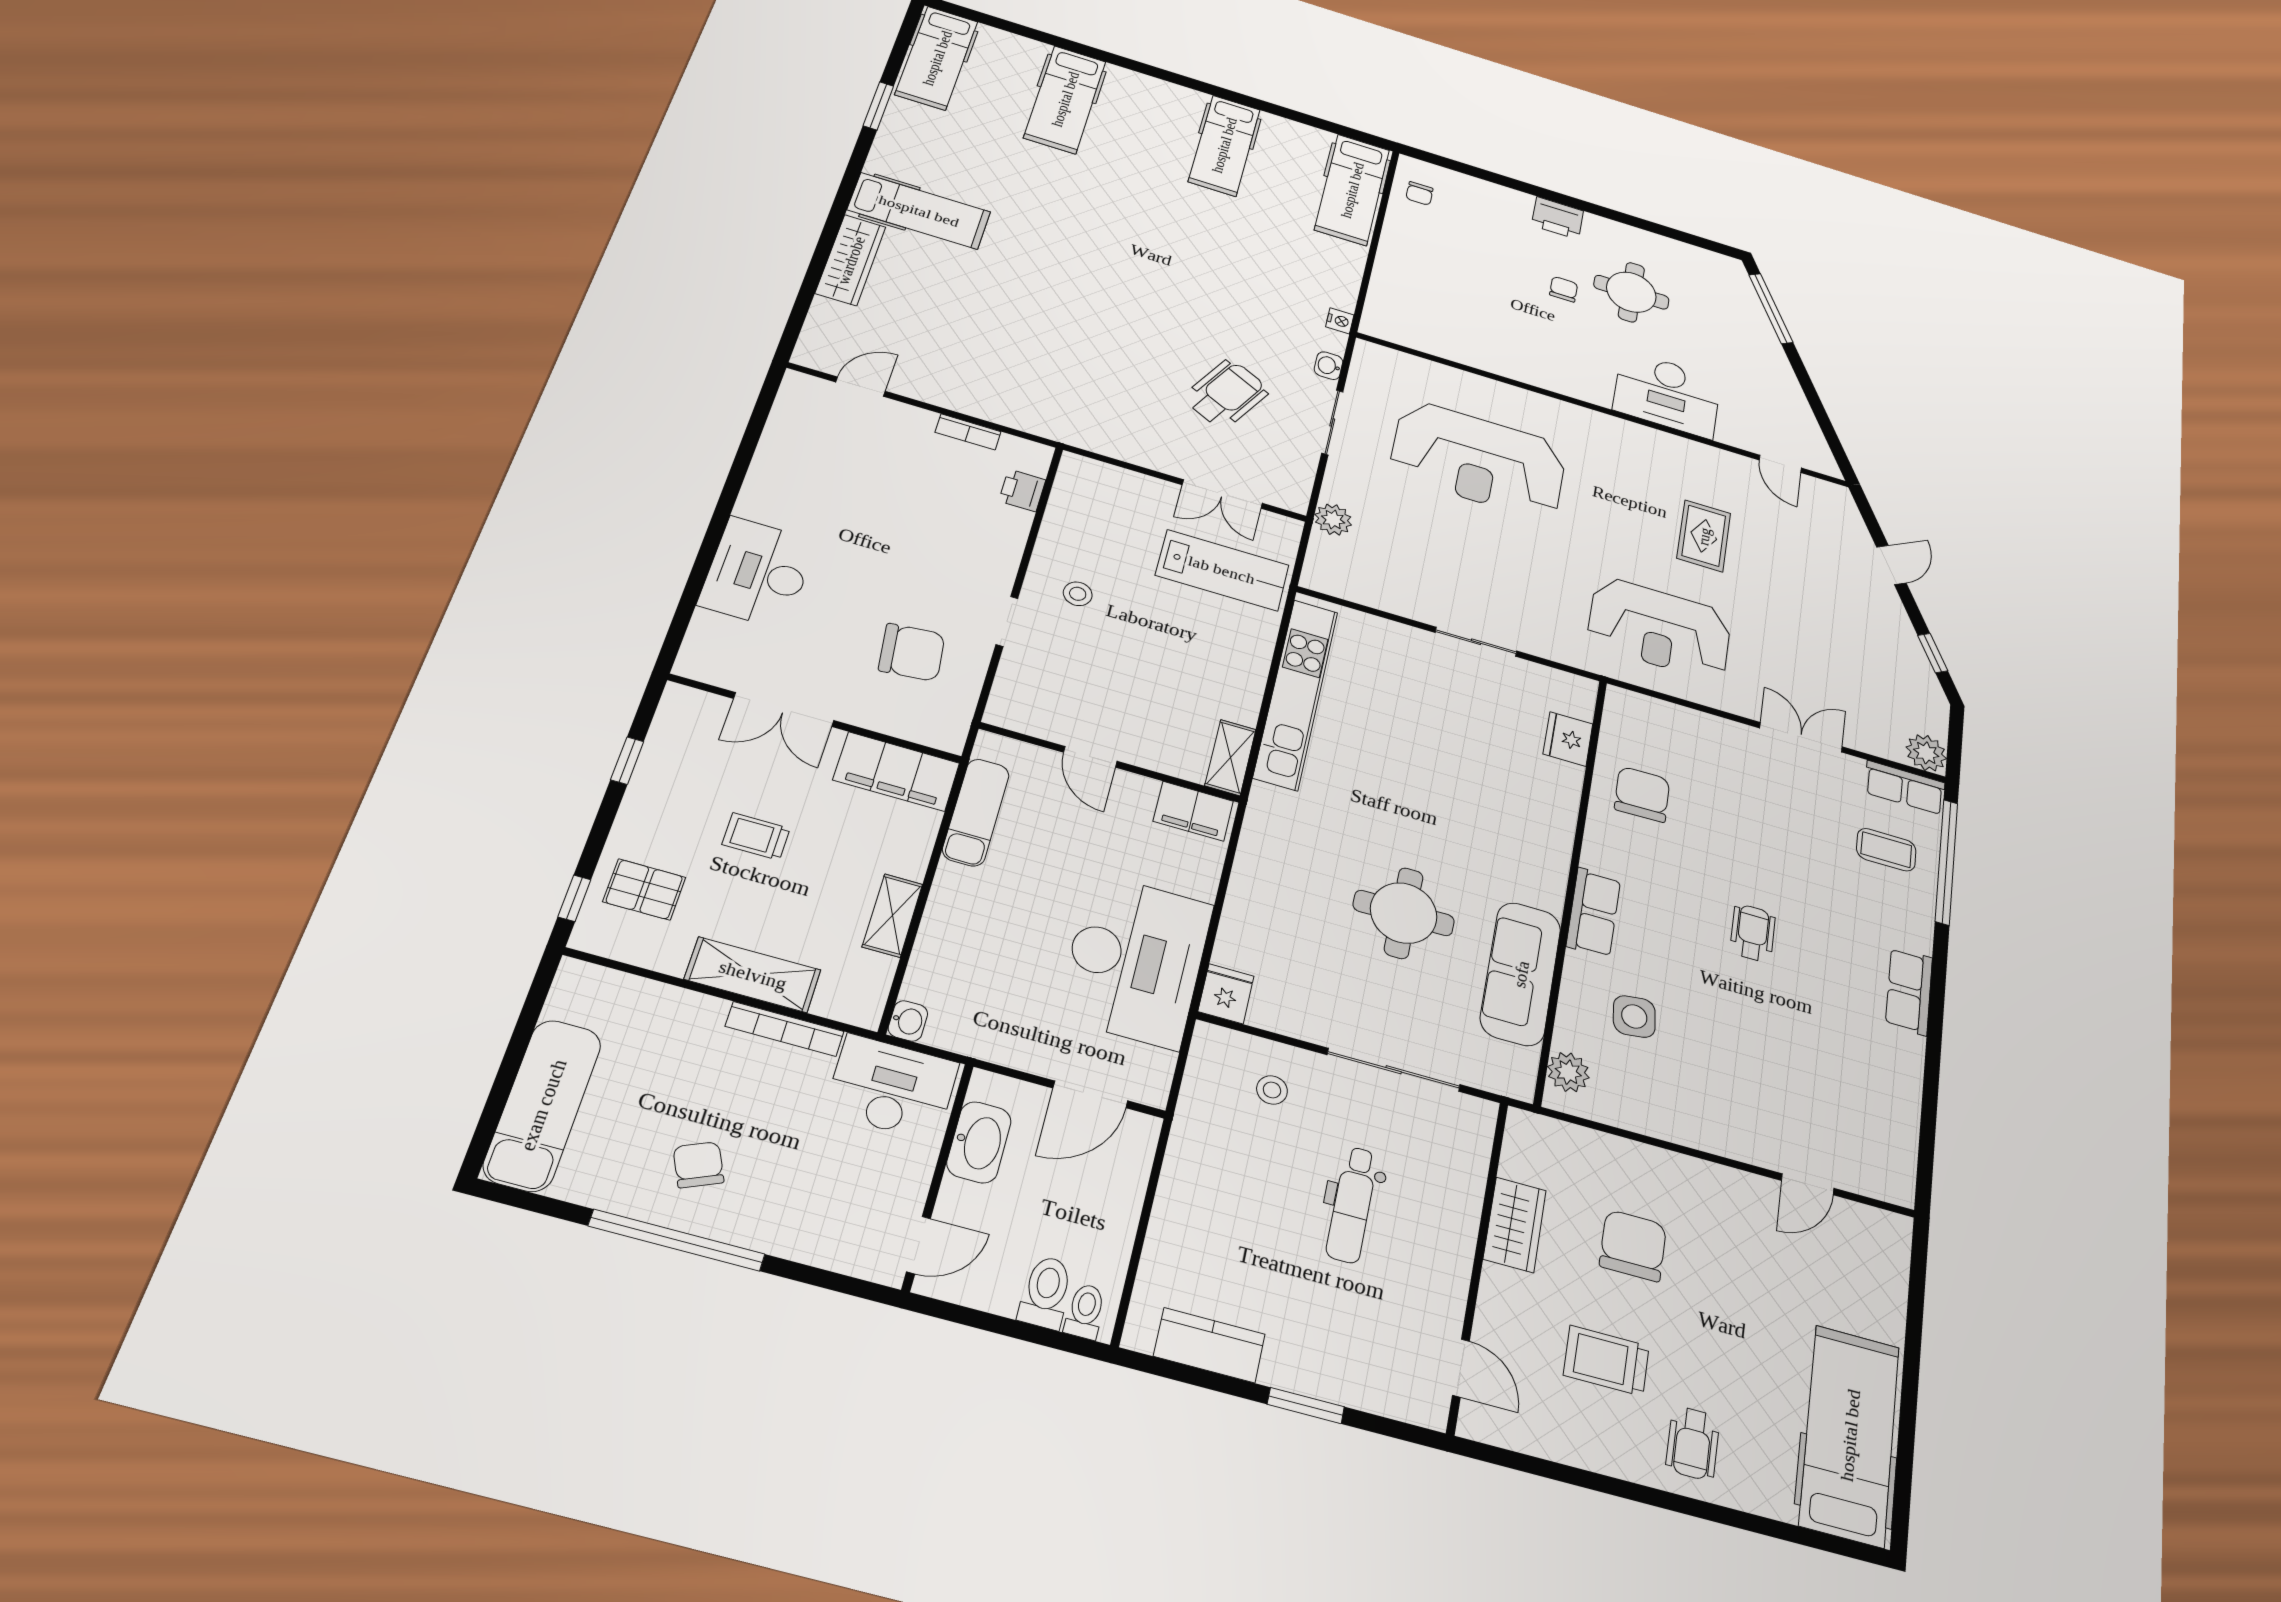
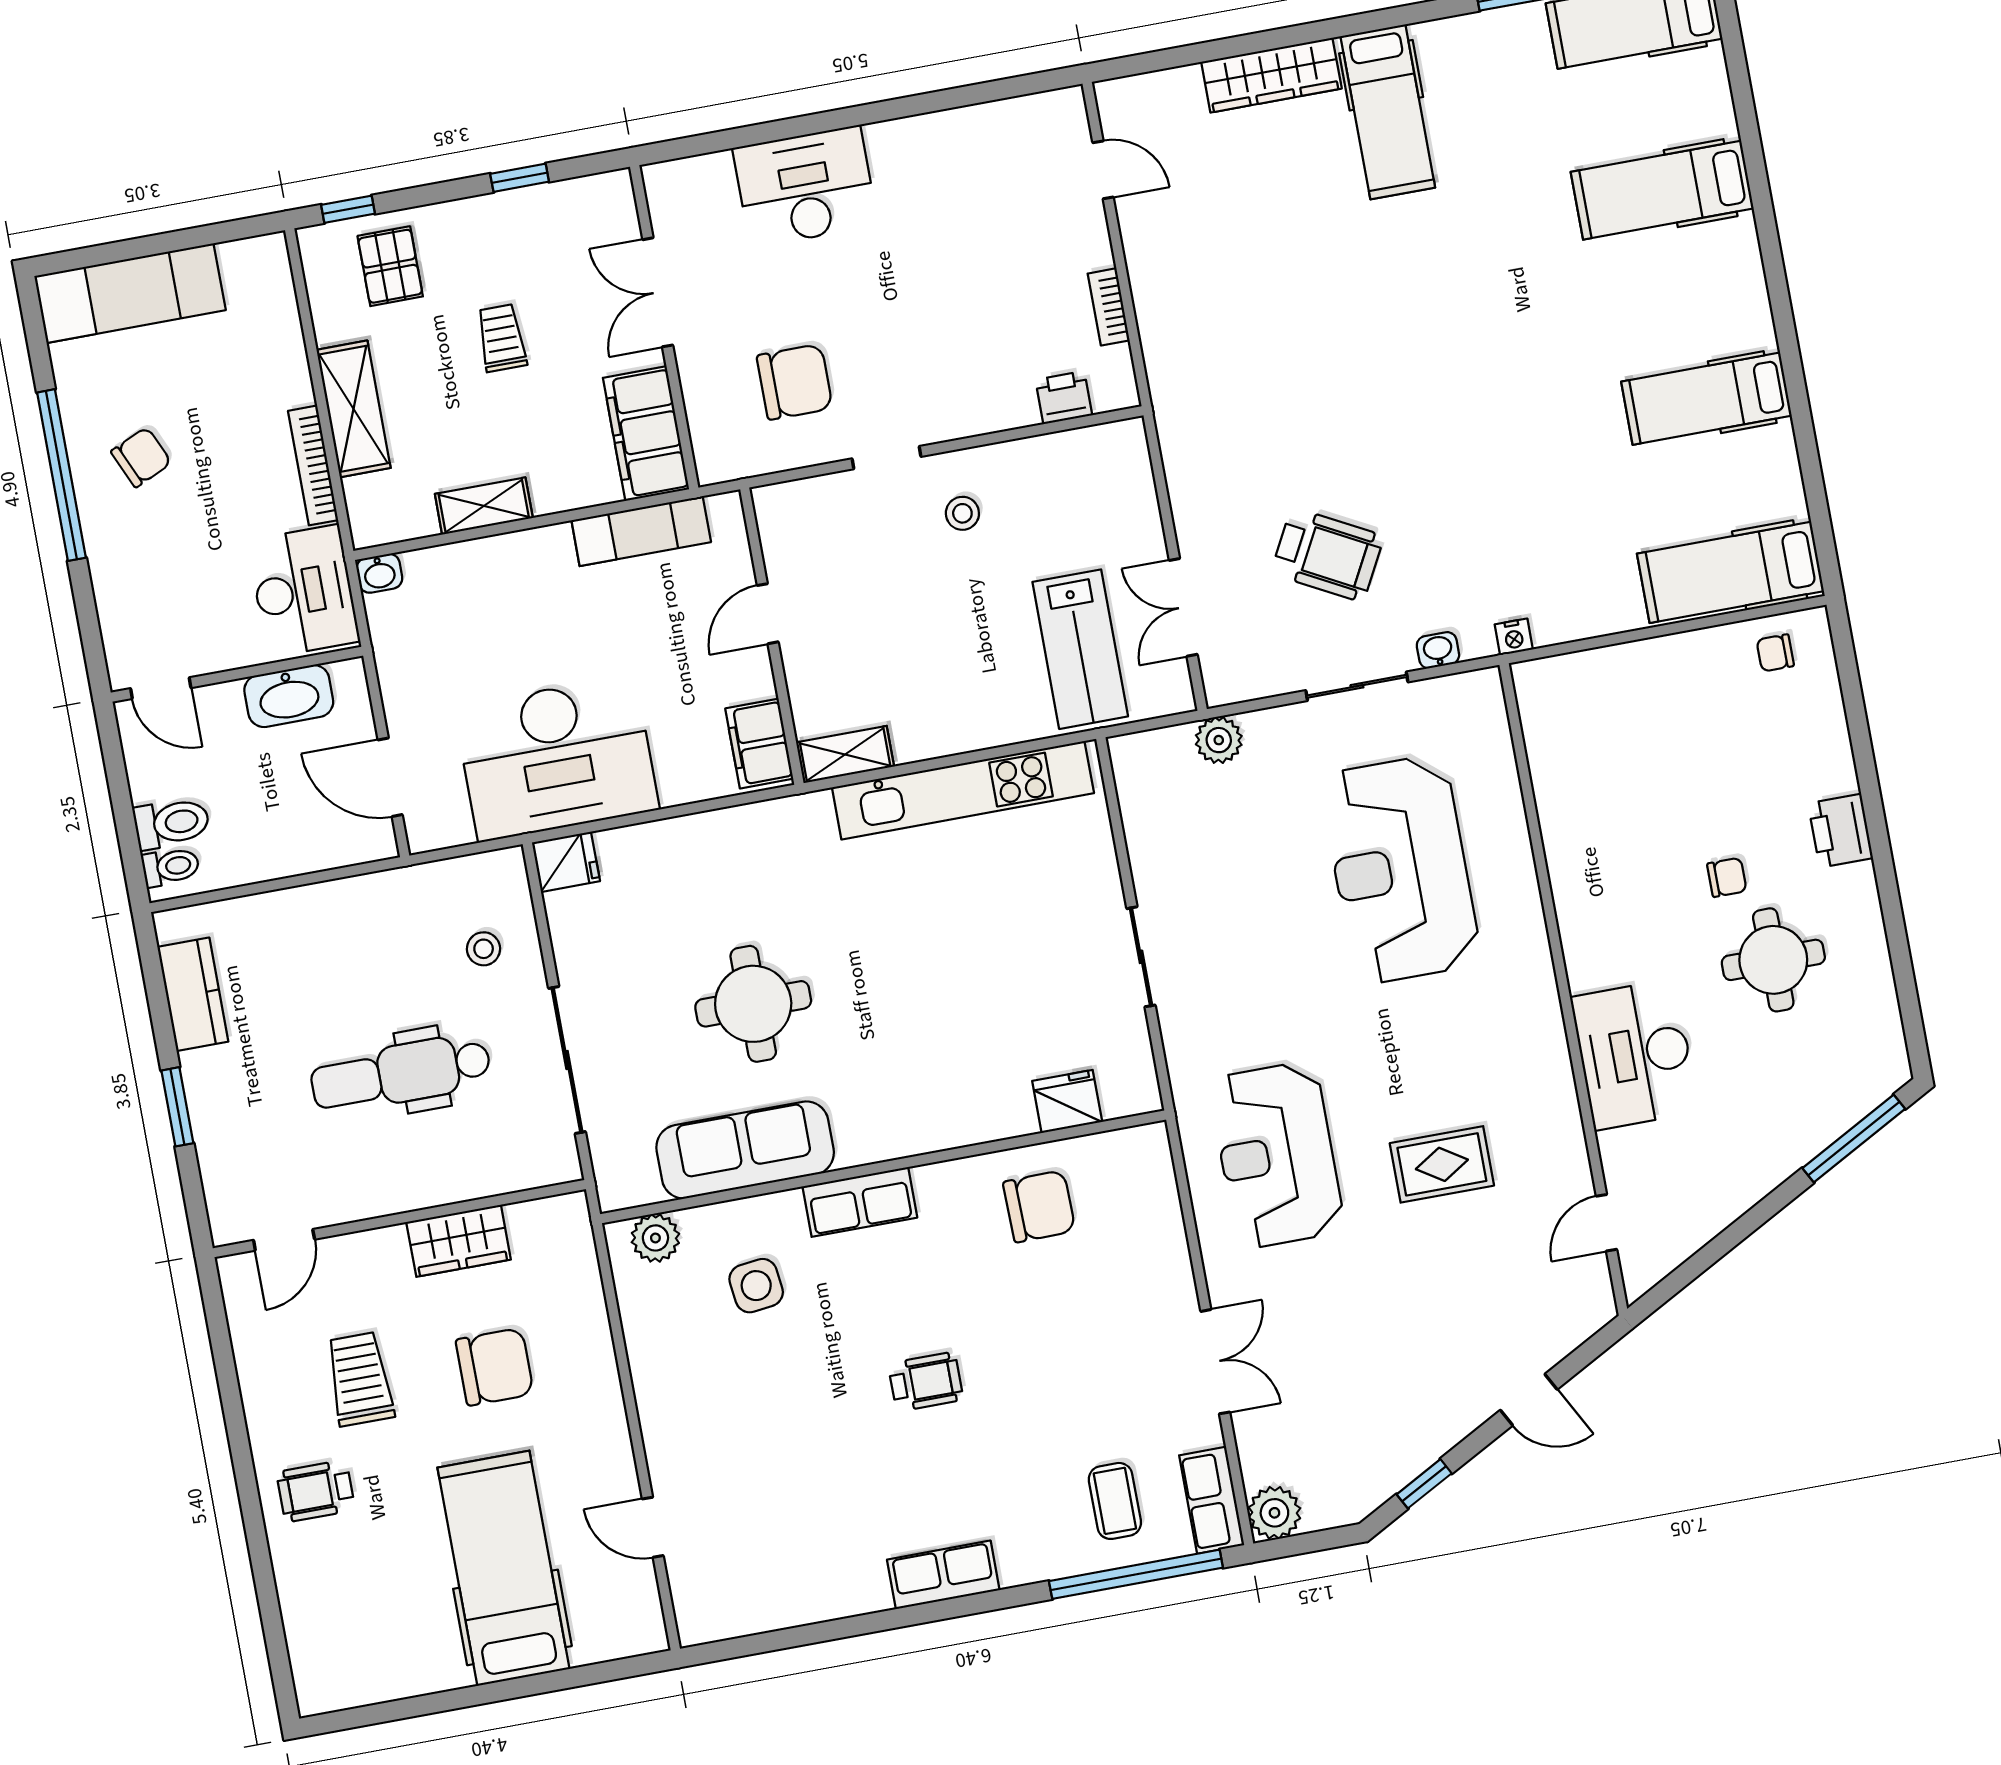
chair: (912, 652) -> (795, 382), turned -84
dental chair: (1352, 1205) -> (401, 1073), width x1.36, depth x1.38
hospital bed: (1850, 1435) -> (503, 1568), moved, turned -90

